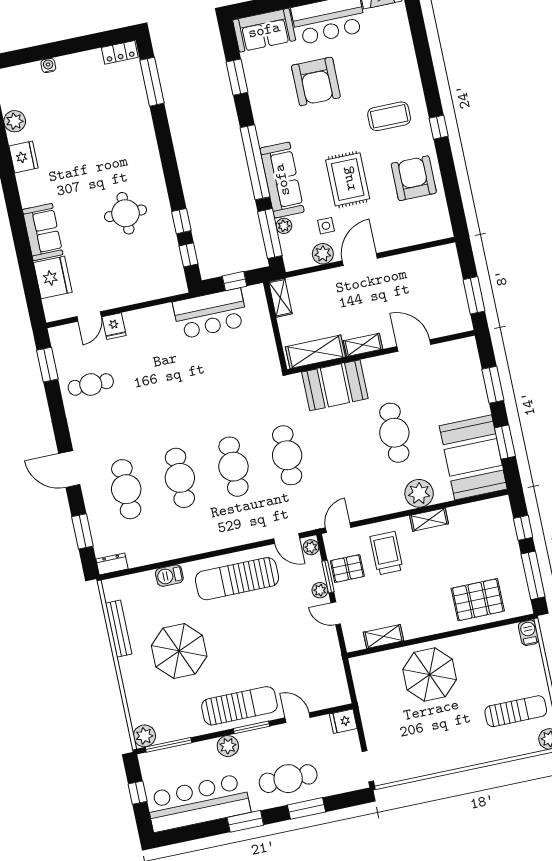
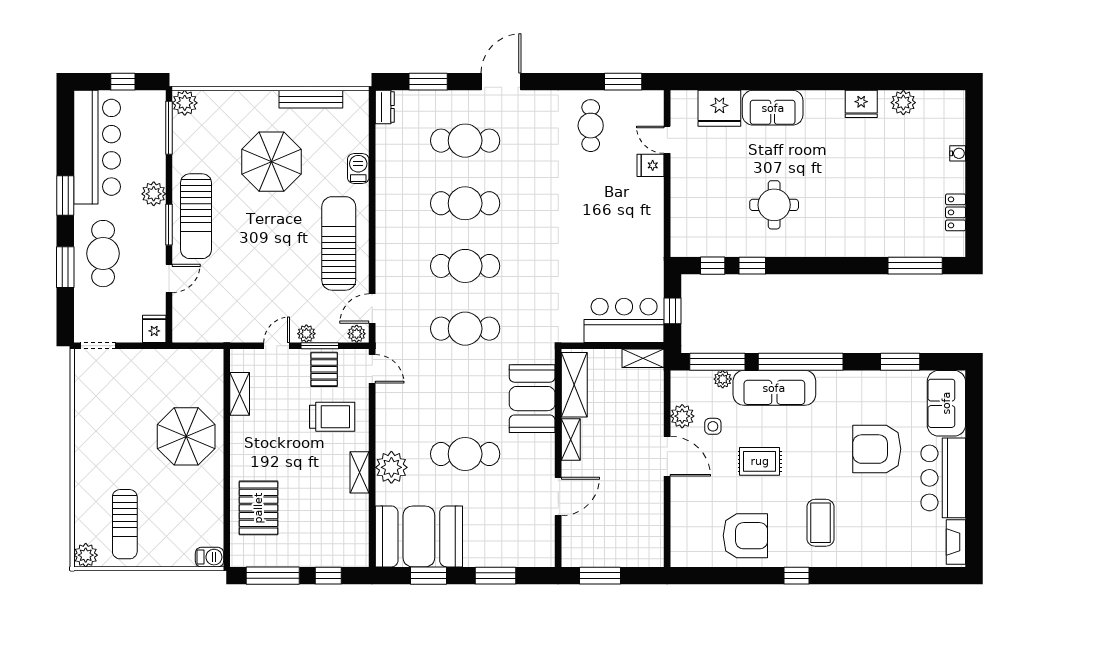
locker: (120, 52) -> (956, 212), moved
rug: (348, 179) -> (760, 461), width x0.73, depth x0.70
bar counter: (210, 314) -> (624, 320), moved, turned 90

